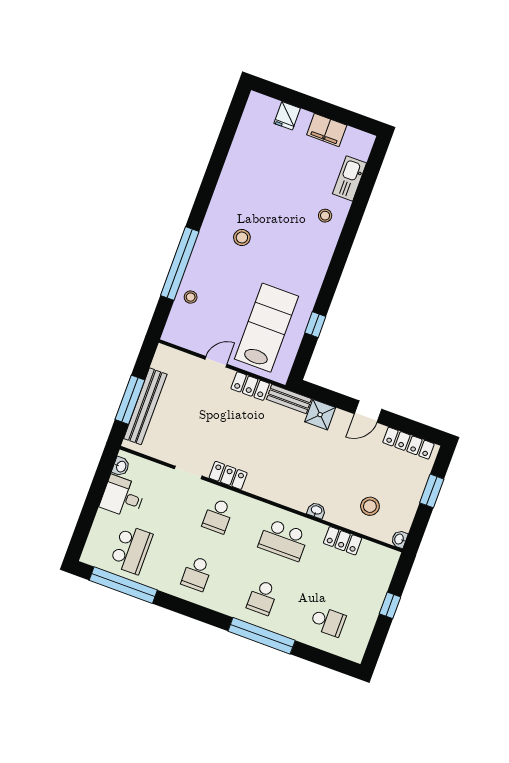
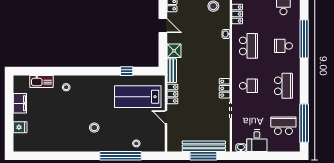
school desk: (197, 573) -> (283, 86), width x1.85
school desk: (262, 597) -> (283, 46), turned 180

